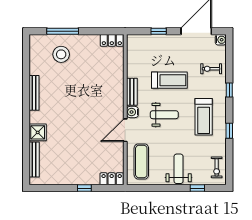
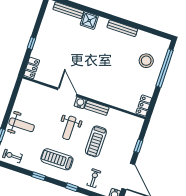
window: (63, 31) -> (165, 68), width x1.46
exercise mat: (141, 161) -> (38, 97), removed

